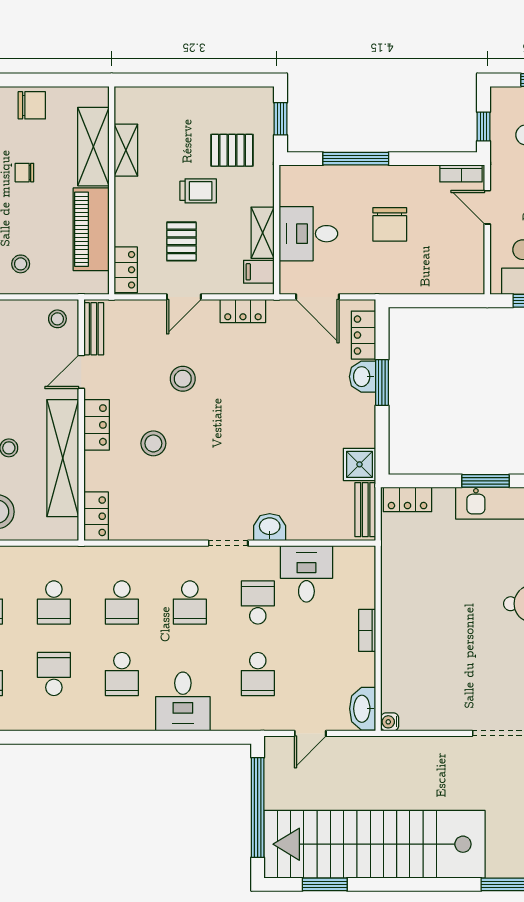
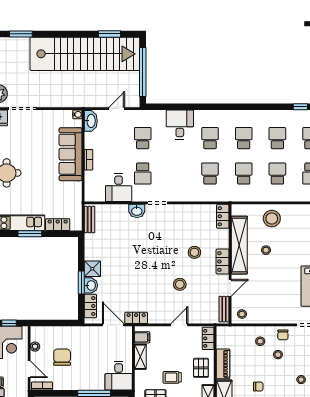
chair: (390, 224) -> (62, 357), moved
piano: (91, 229) -> (223, 364), width x0.73, depth x0.75
desk: (308, 234) -> (119, 376), moved, turned 90
pallet: (181, 241) -> (201, 368), moved
plant: (475, 253) -> (35, 347), added
locker: (243, 311) -> (136, 318), moved
shower: (359, 464) -> (92, 269), moved
locker: (407, 499) -> (58, 225), moved
school desk: (190, 602) -> (176, 174), removed
sofa: (403, 642) -> (71, 154), added
school desk: (54, 674) -> (244, 138), turned 180

